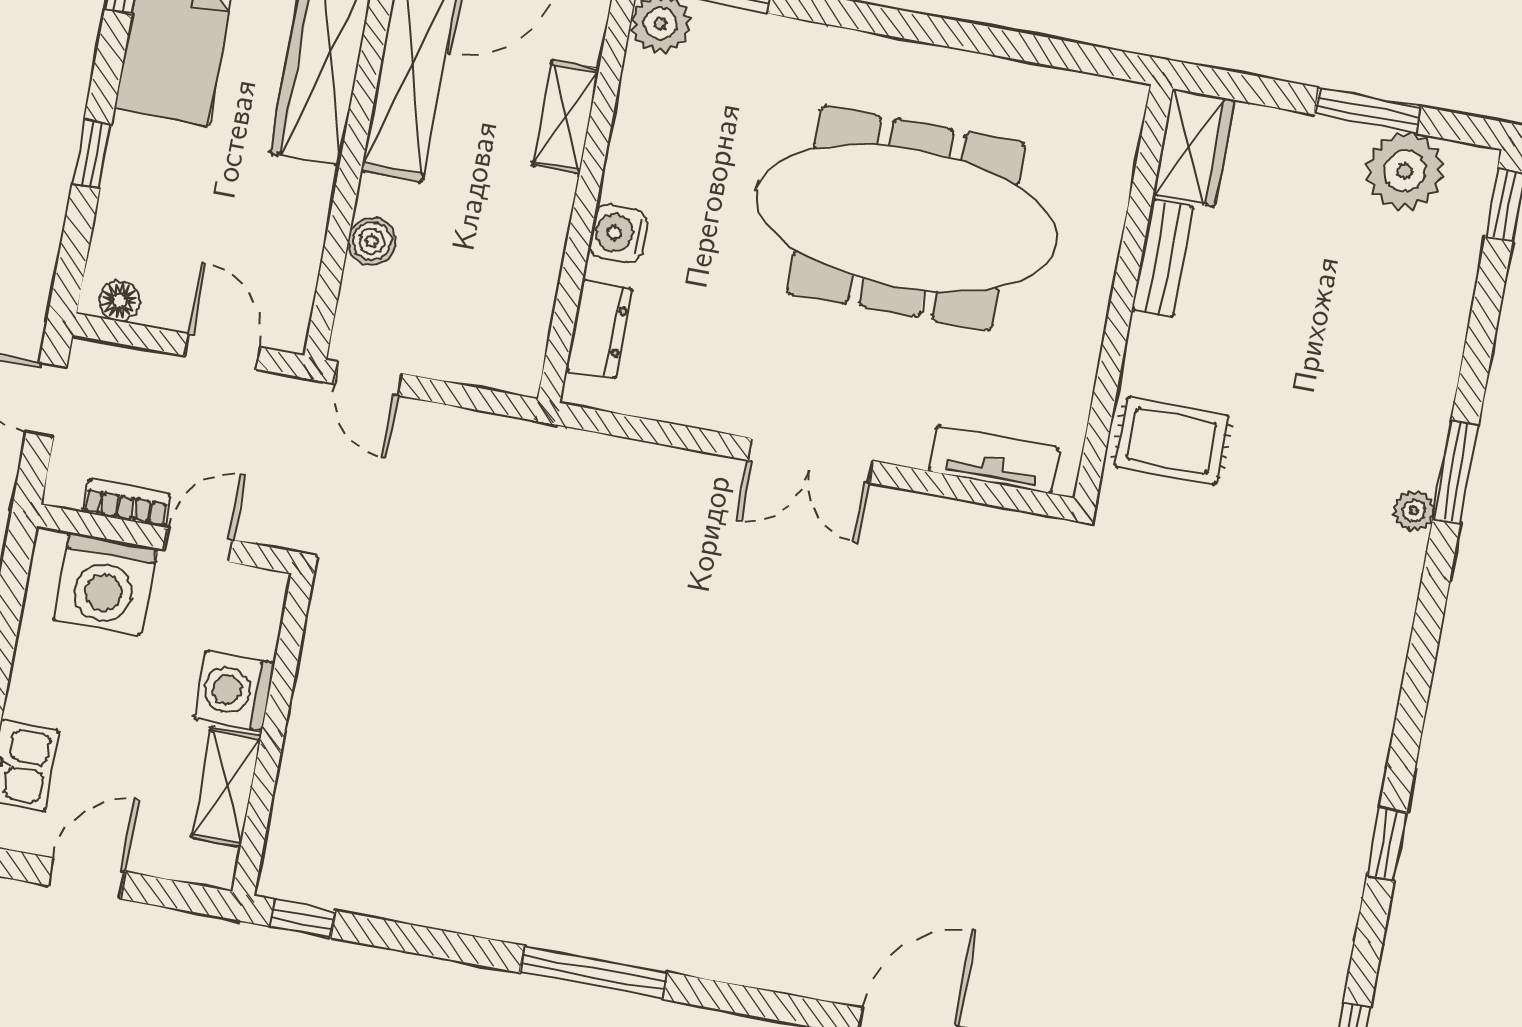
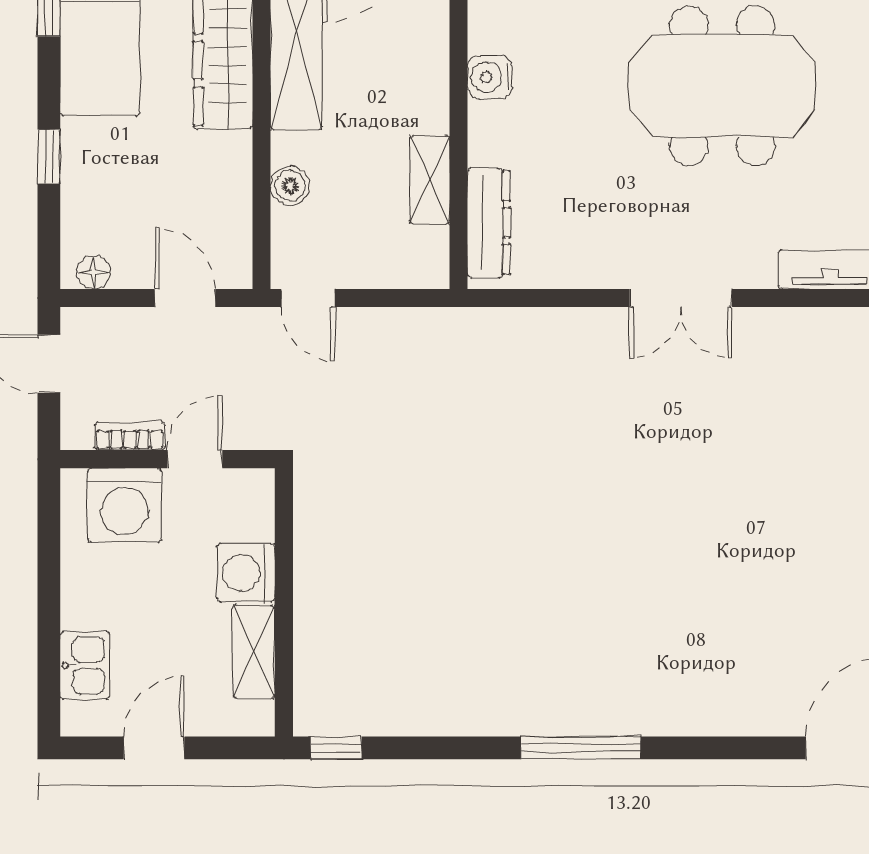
shelving: (566, 117) -> (430, 180), moved
meeting table: (906, 218) -> (722, 86), width x0.73
water cooler: (618, 233) -> (490, 77), moved
dresser: (599, 329) -> (489, 223), width x1.44

